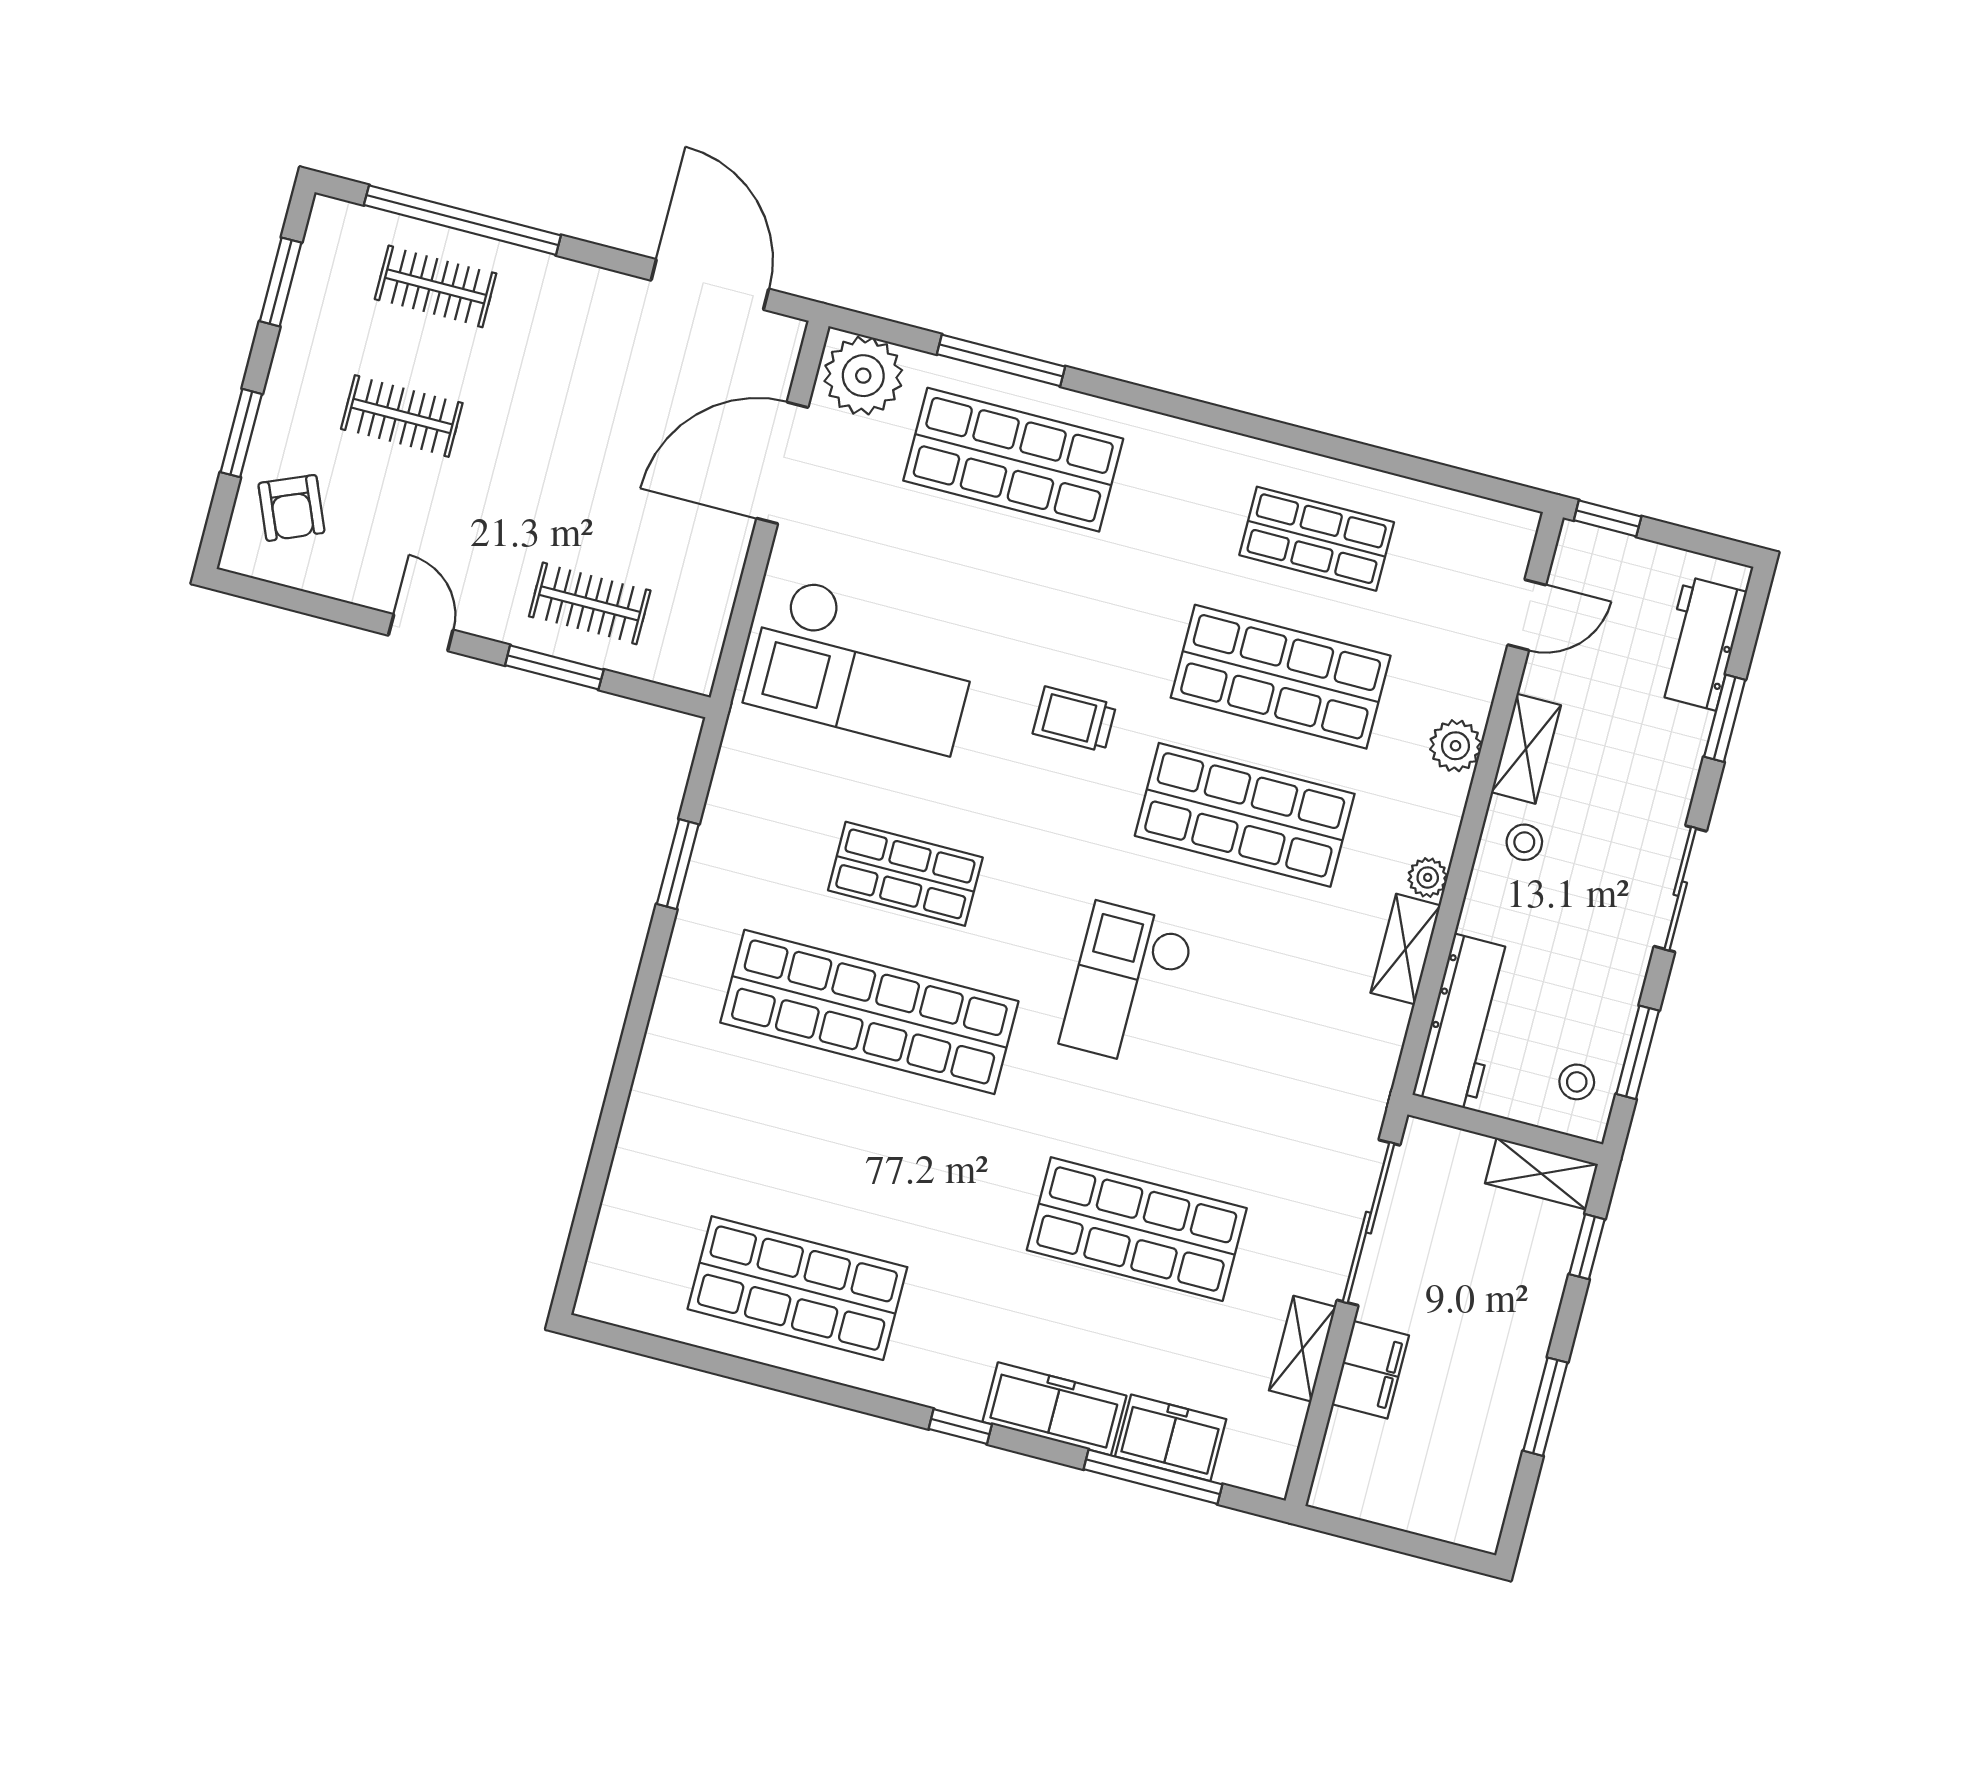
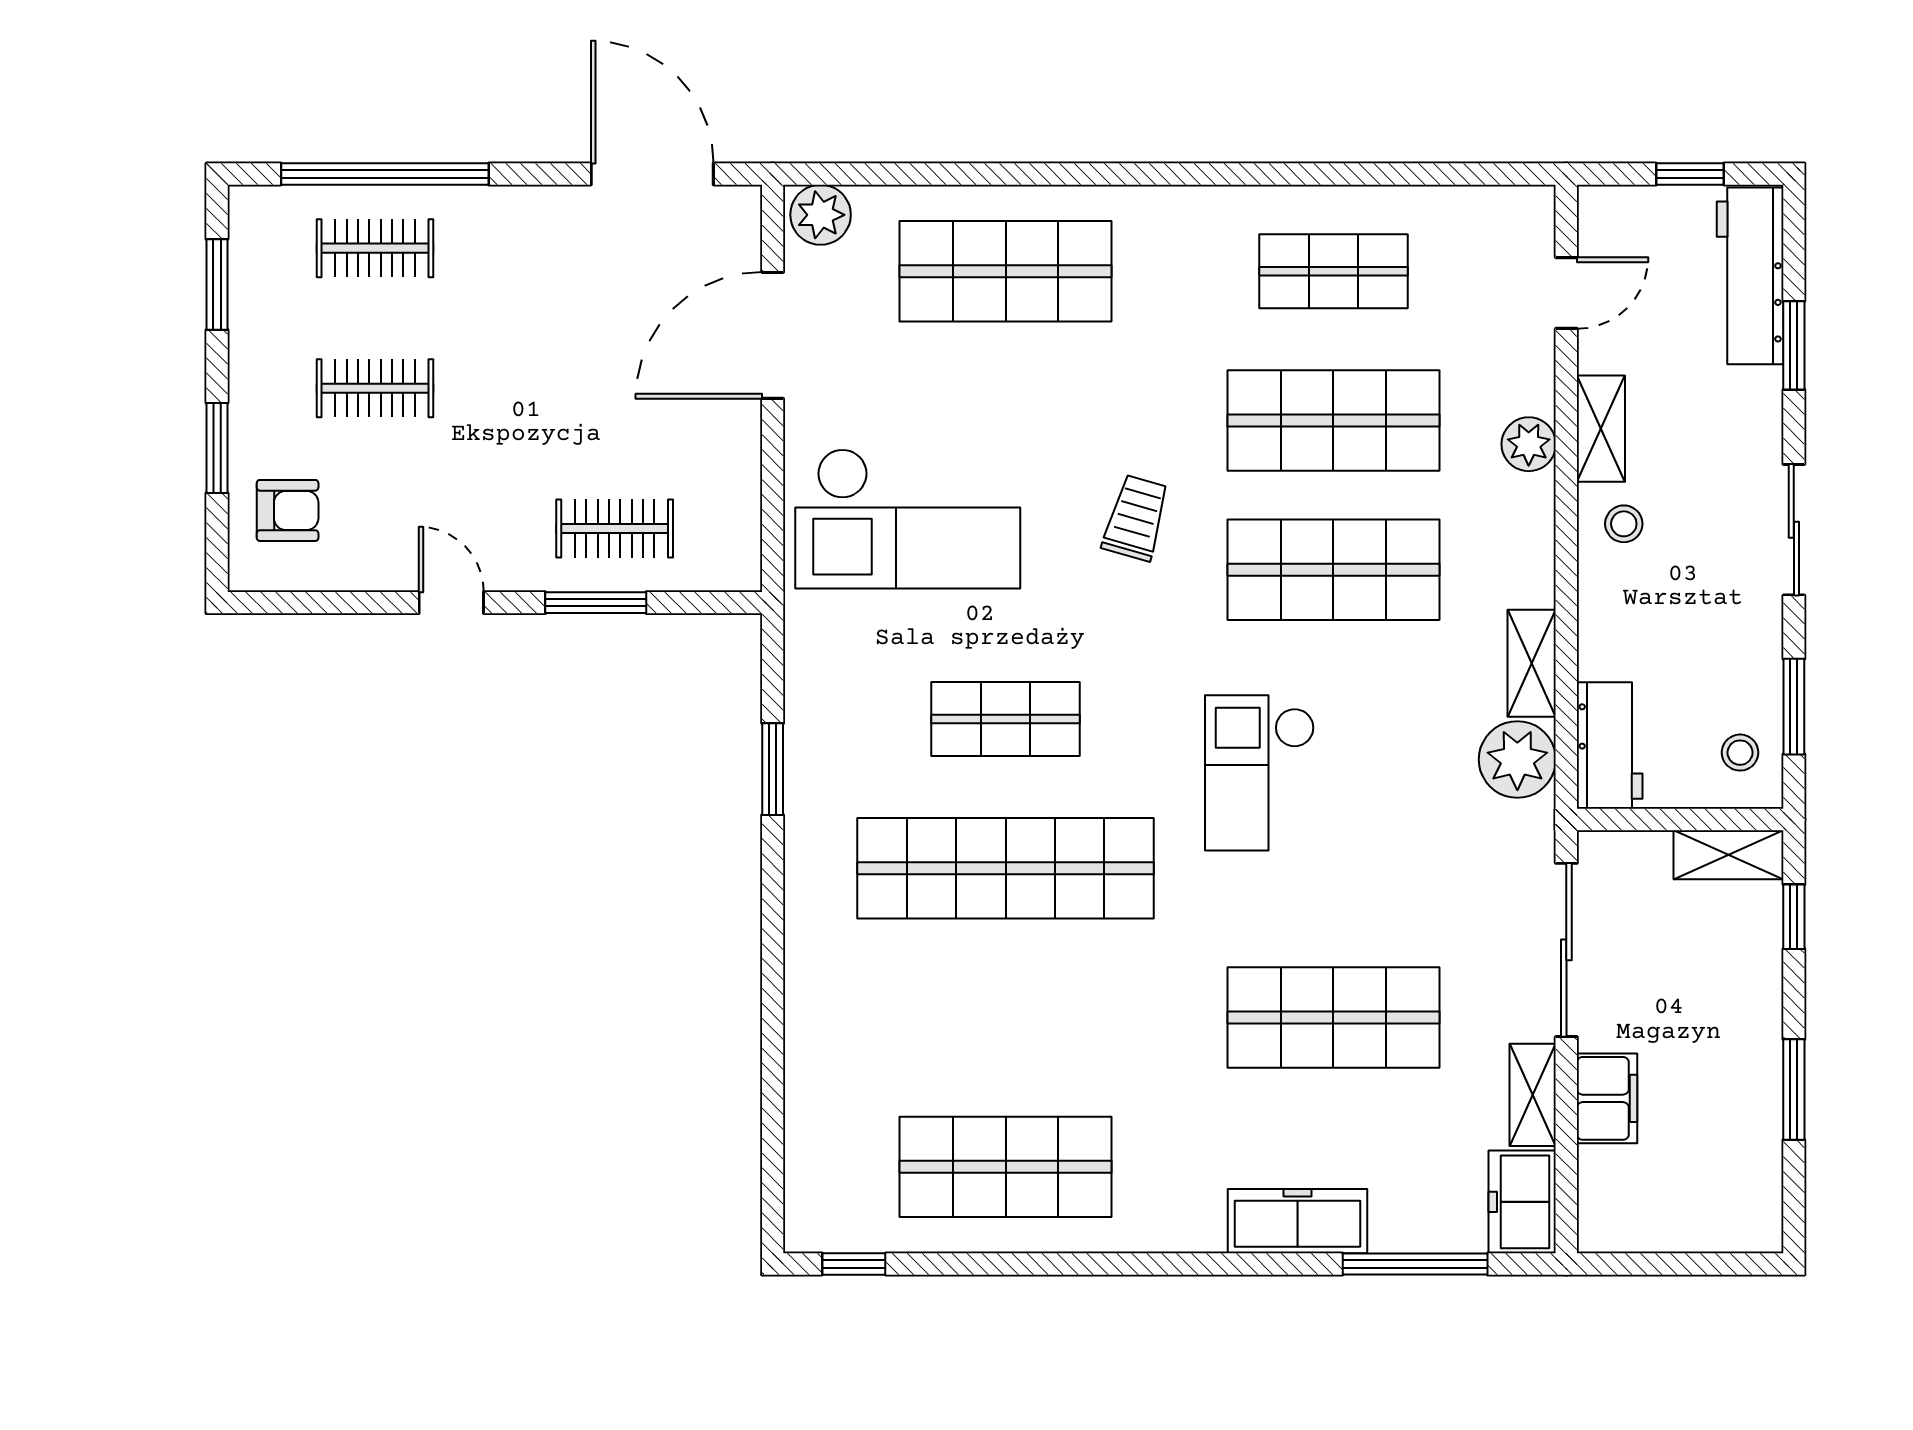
window: (1001, 360) -> (967, 174), removed
plant: (863, 376) -> (821, 215), width x0.73, depth x0.73
armchair: (291, 508) -> (288, 510), turned -67
window: (1608, 518) -> (1690, 174), moved
workbench: (1701, 643) -> (1750, 276), width x1.38
trolley: (1074, 719) -> (1136, 518), turned 106
plant: (1428, 877) -> (1517, 759), moved, width x1.87, depth x1.87
workbench: (1464, 1022) -> (1610, 746), width x0.73
window: (960, 1427) -> (854, 1264), moved
freezer: (1171, 1438) -> (1522, 1202), moved, turned -90

